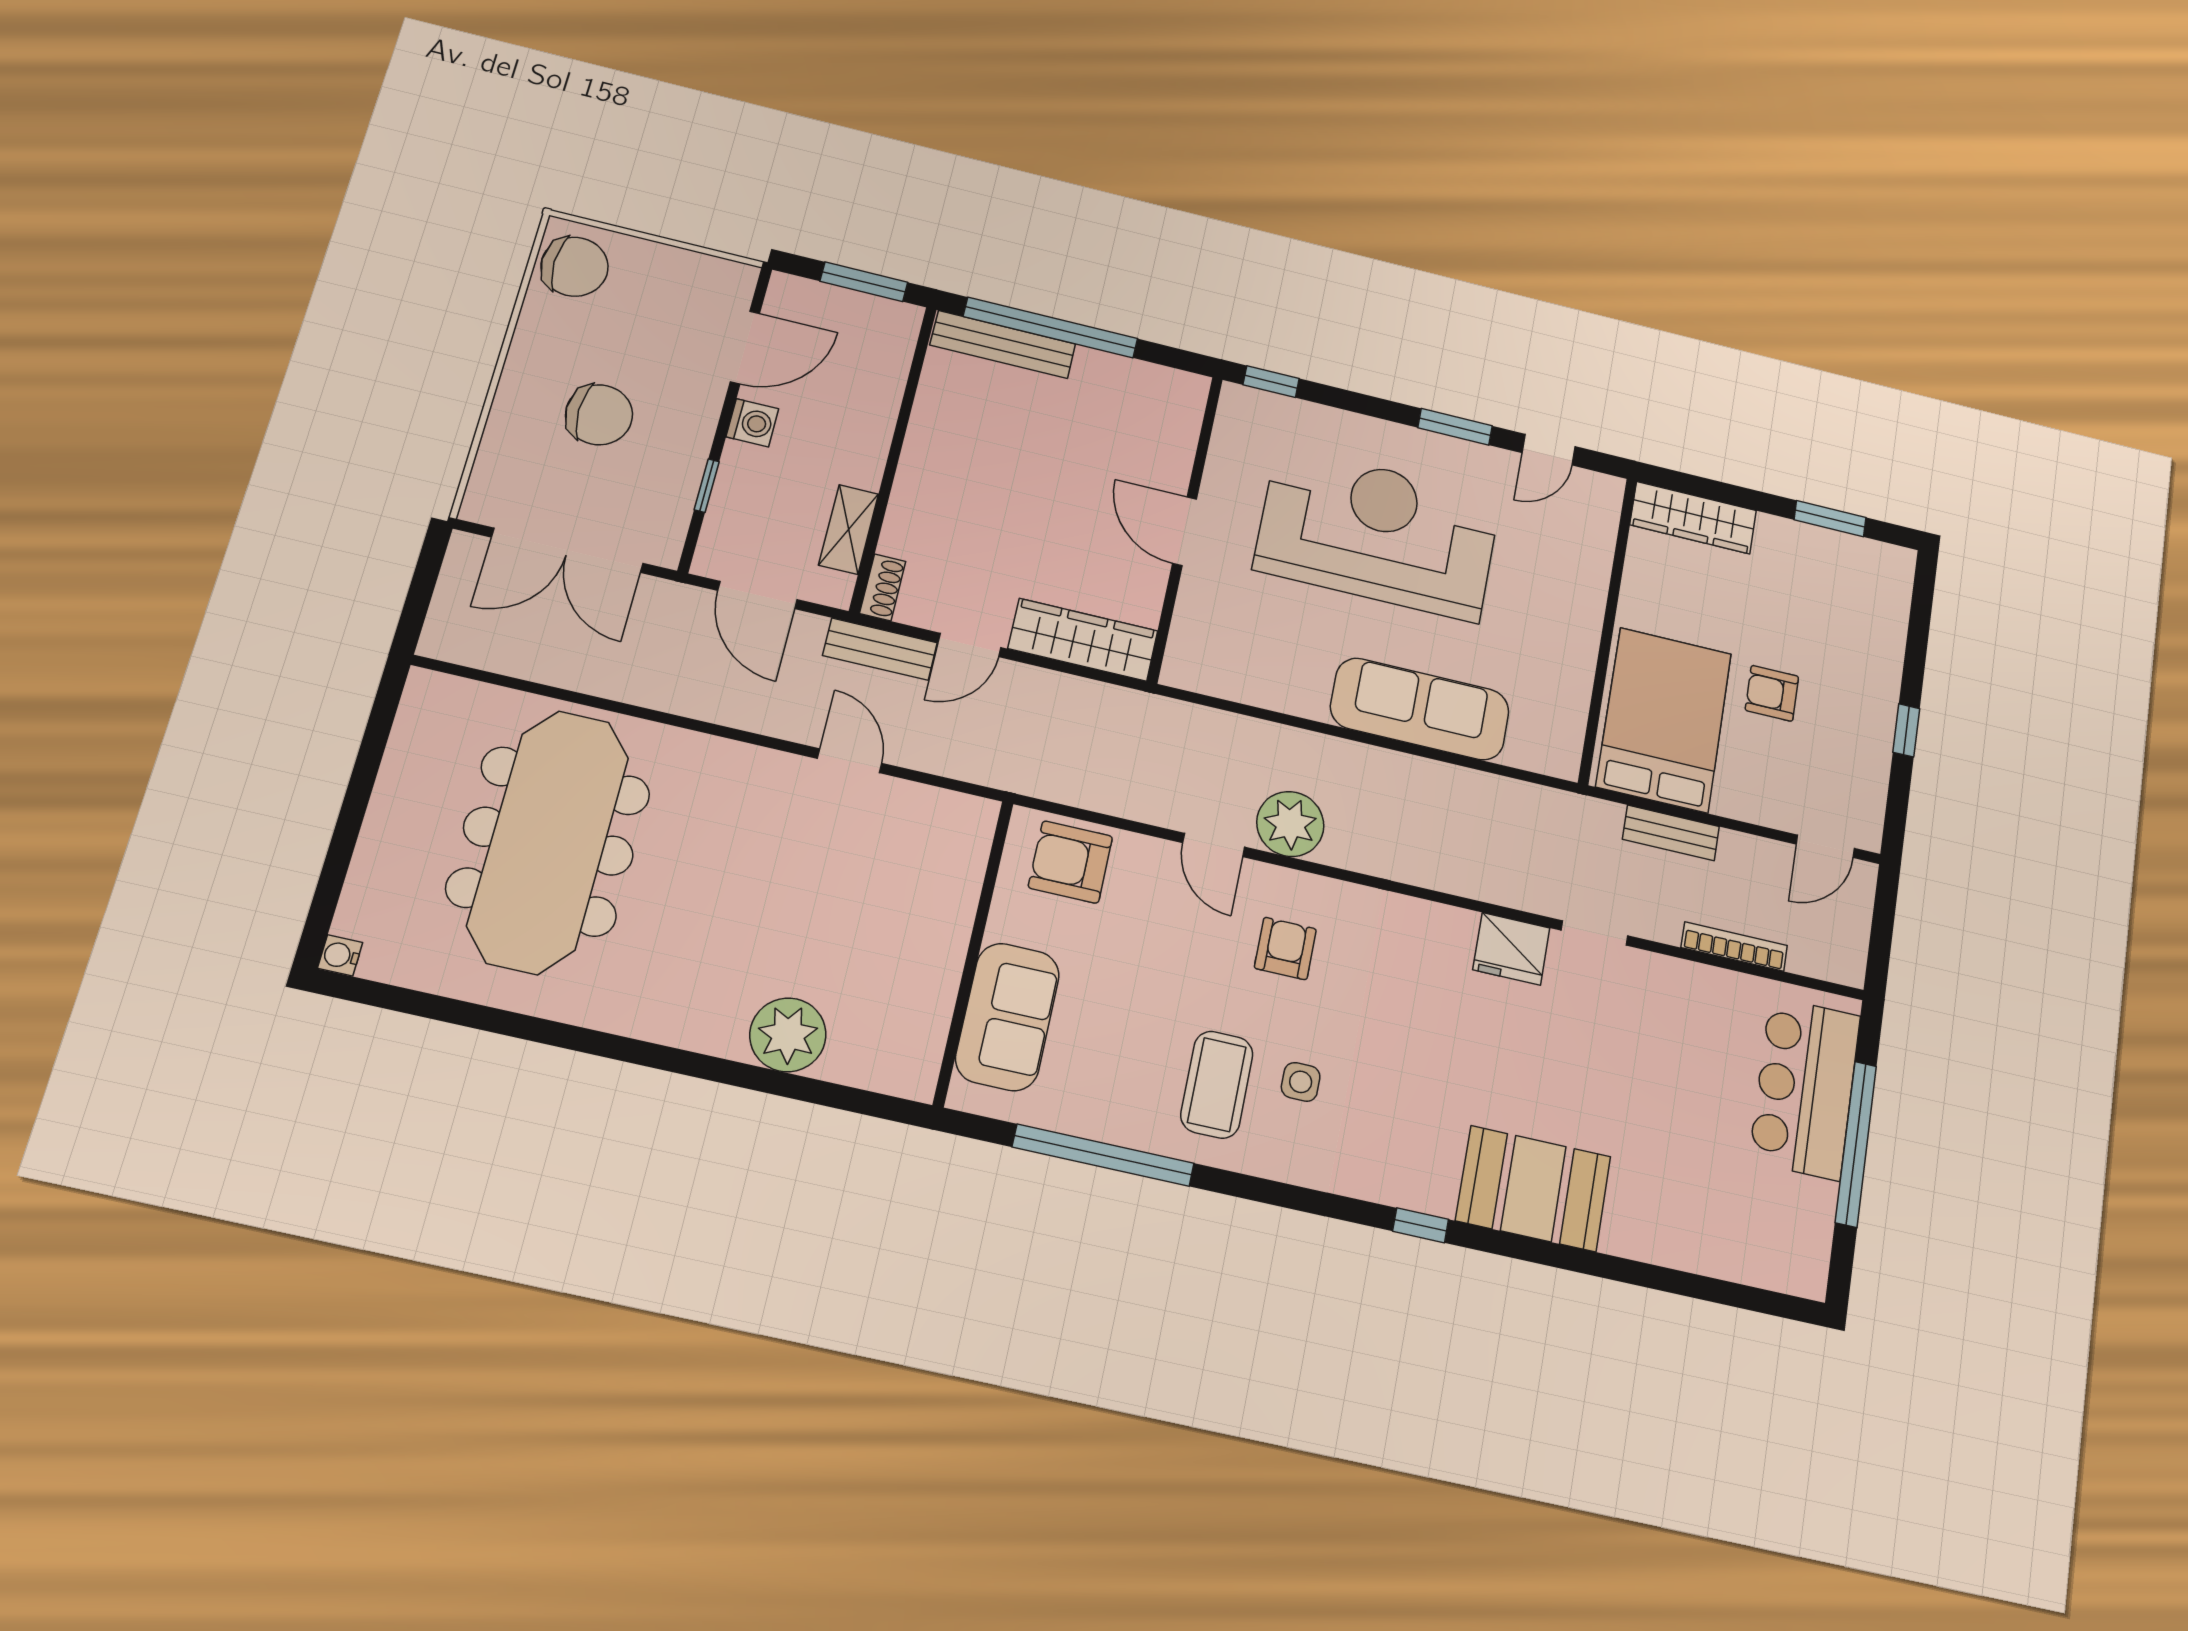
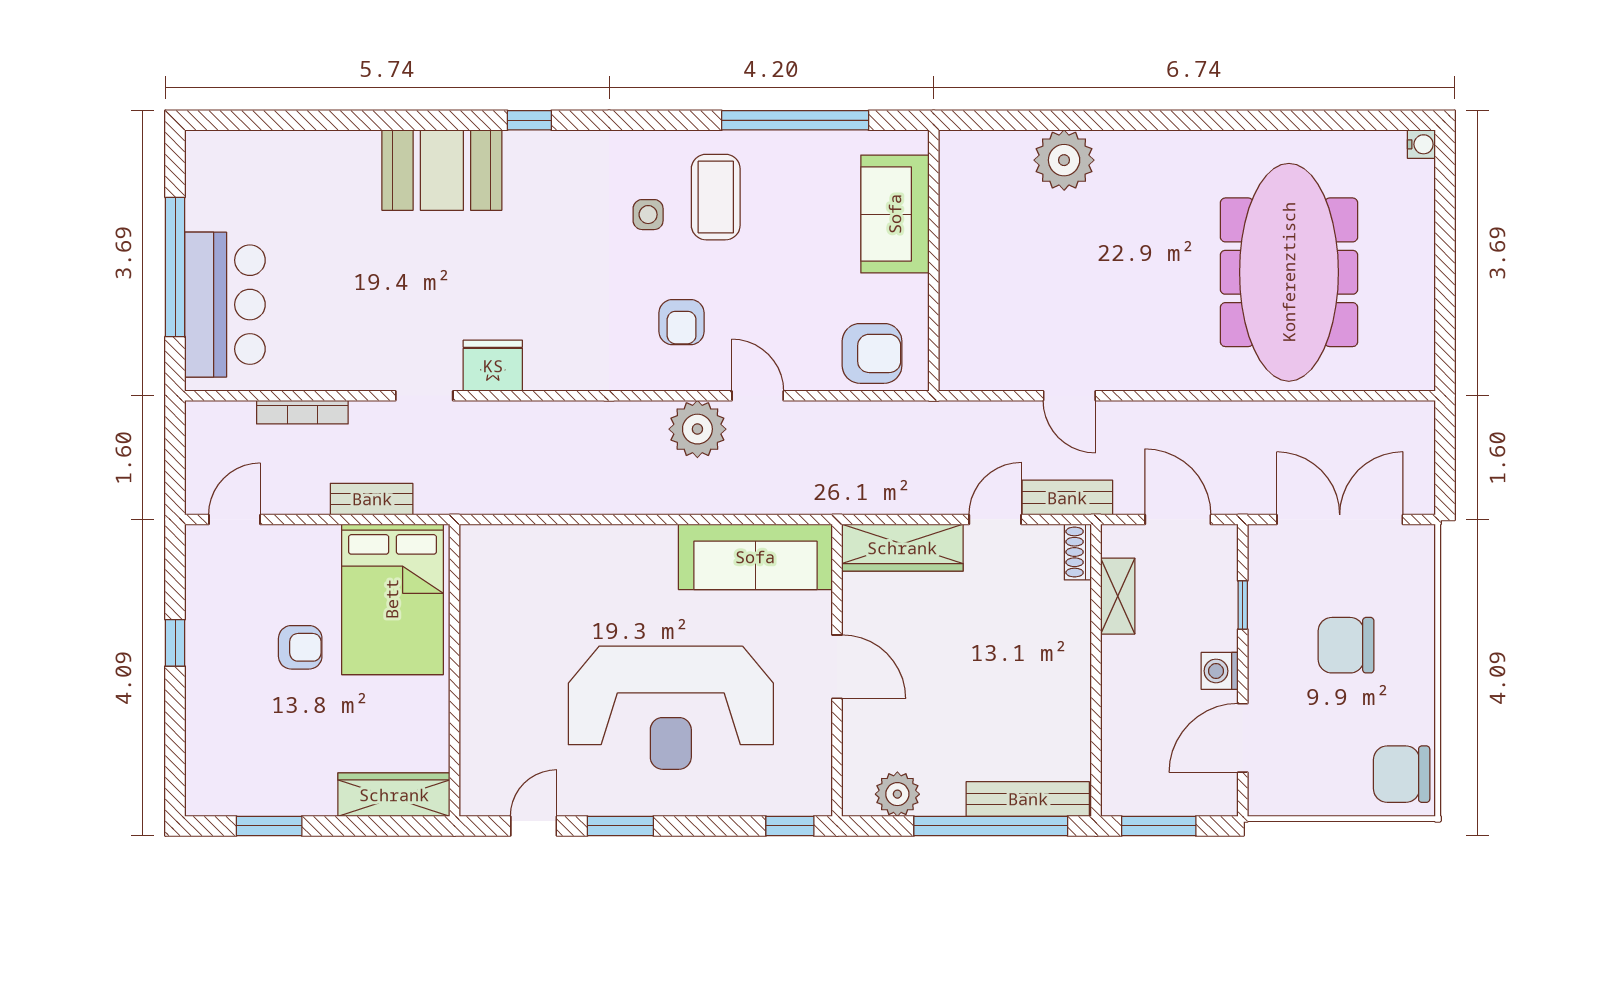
plant: (1146, 385) -> (897, 794), added
sofa: (1420, 709) -> (755, 557), moved

